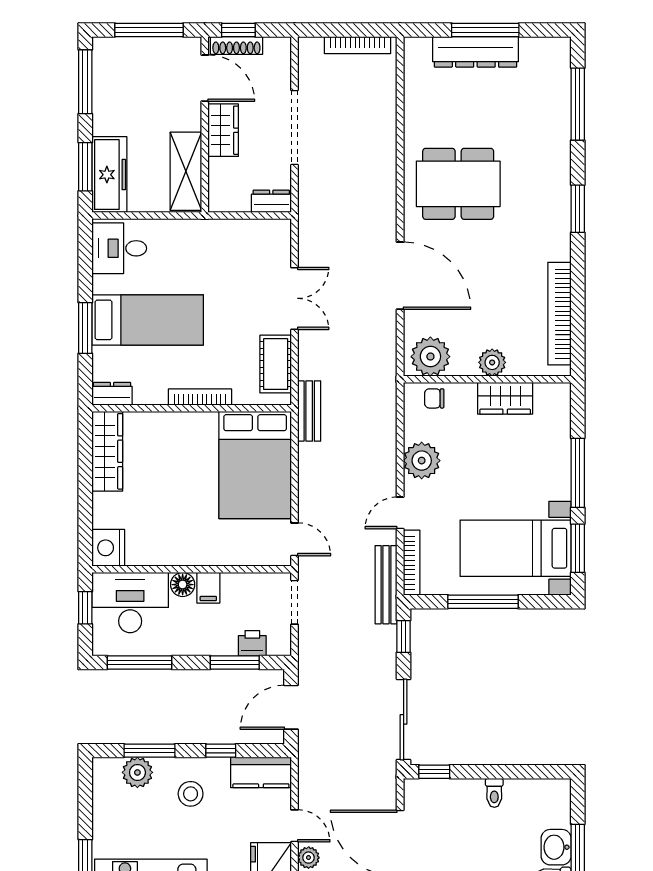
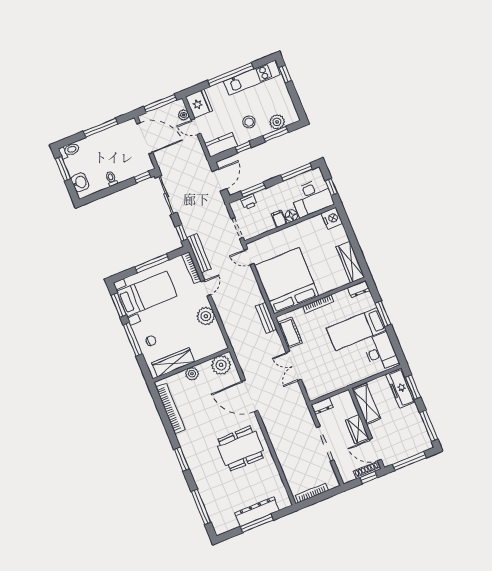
desk: (119, 248) -> (381, 352), width x1.37
chair: (434, 398) -> (151, 341), moved
wardrobe: (505, 398) -> (173, 362), width x1.50
bed: (255, 465) -> (287, 281), width x1.36
washbasin: (556, 847) -> (80, 182), moved

